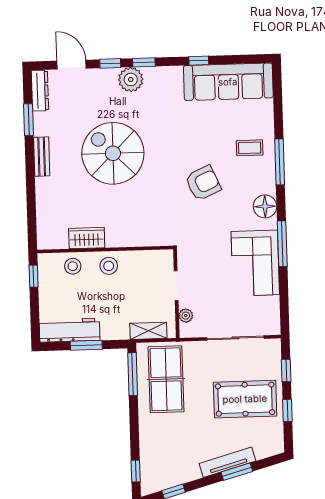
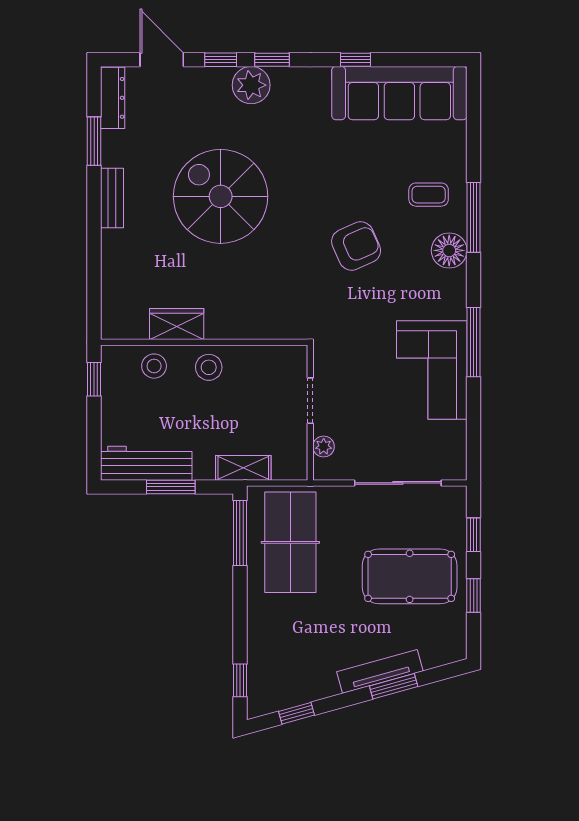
floor lamp: (265, 206) -> (449, 250), moved
shelving: (148, 331) -> (243, 468), moved

